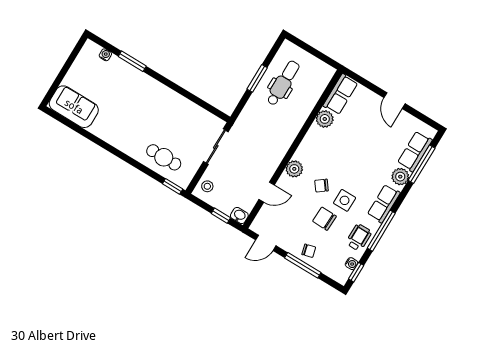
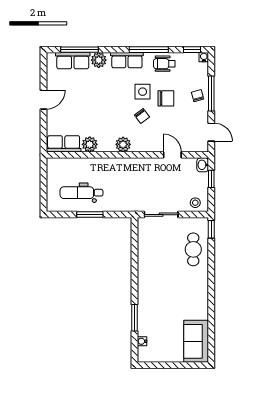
plant: (294, 169) -> (123, 144), moved
chair: (324, 219) -> (166, 98), turned -92
water cooler: (351, 264) -> (204, 57), moved

